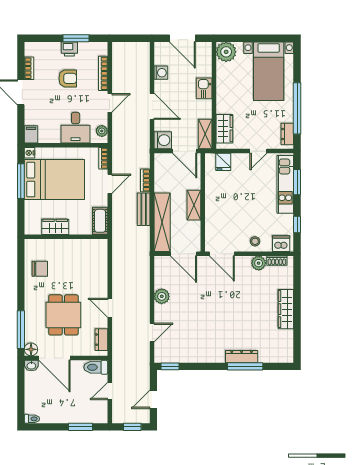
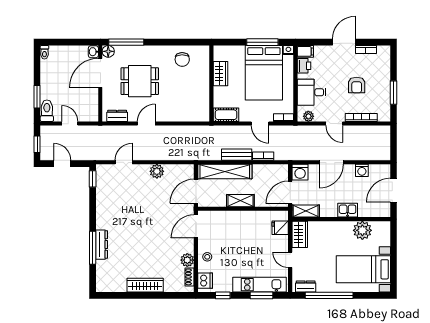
printer: (69, 49) -> (304, 66), moved, turned 180
plant: (226, 52) -> (362, 230), moved
wardrobe: (224, 129) -> (300, 234), moved, turned -90
door: (152, 332) -> (124, 162), swing flipped
toilet: (96, 367) -> (47, 111), moved

